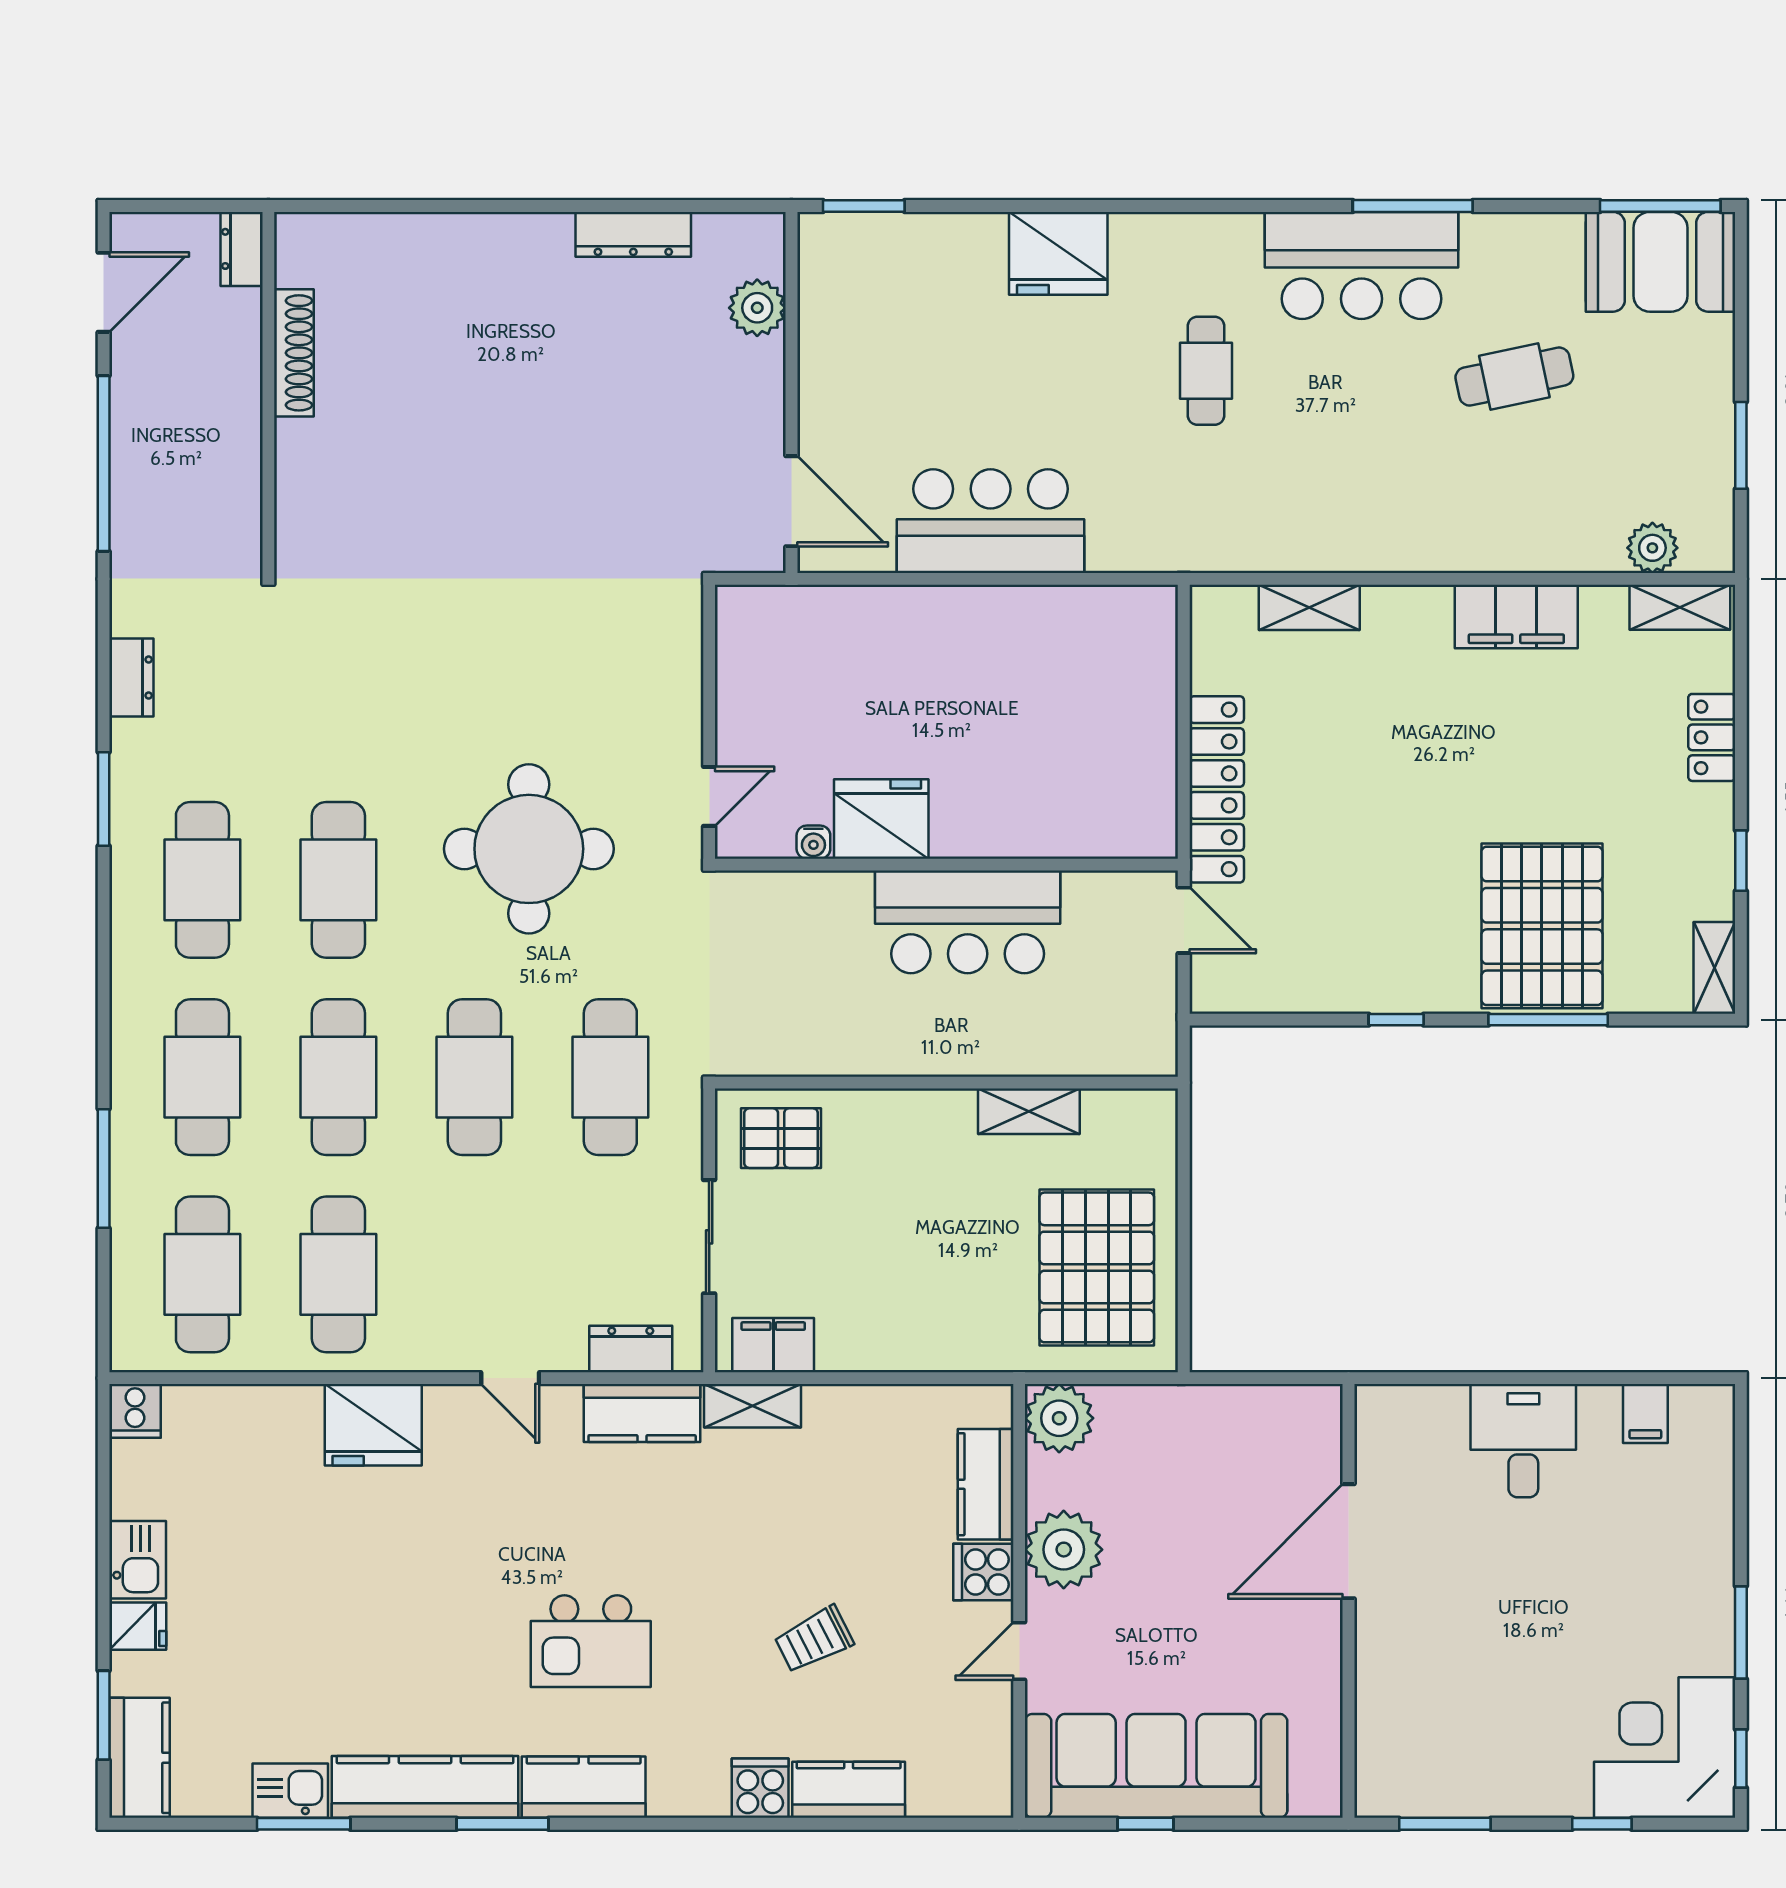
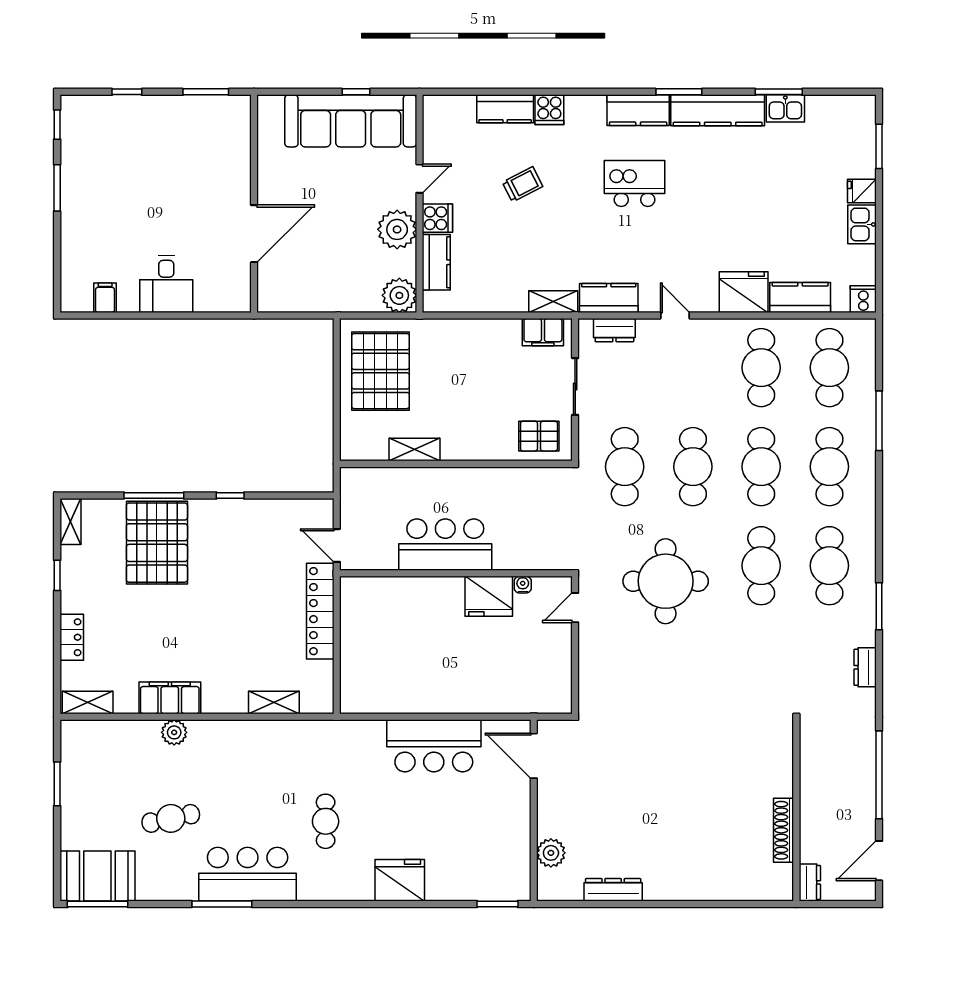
plant: (1652, 548) -> (174, 732), moved
corner desk: (1665, 1748) -> (95, 130), removed
kitchen counter: (140, 1758) -> (800, 298), moved, turned 90

